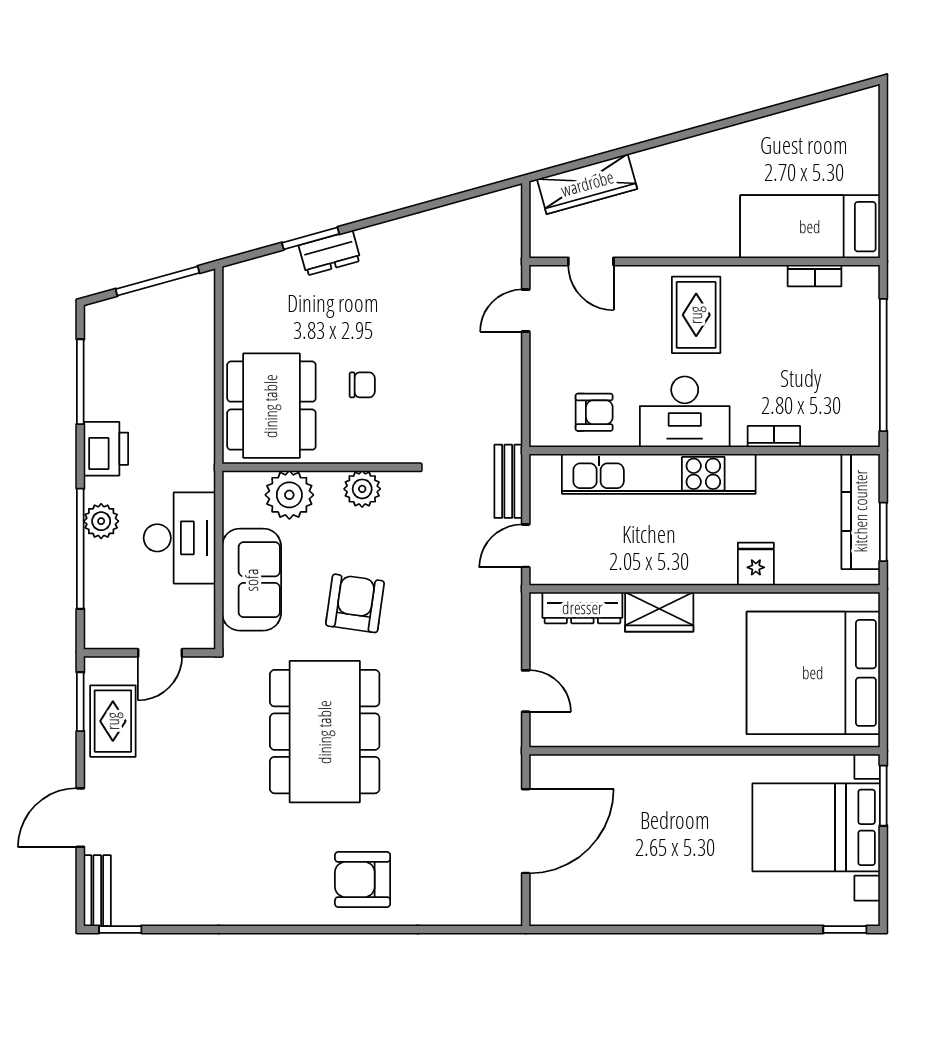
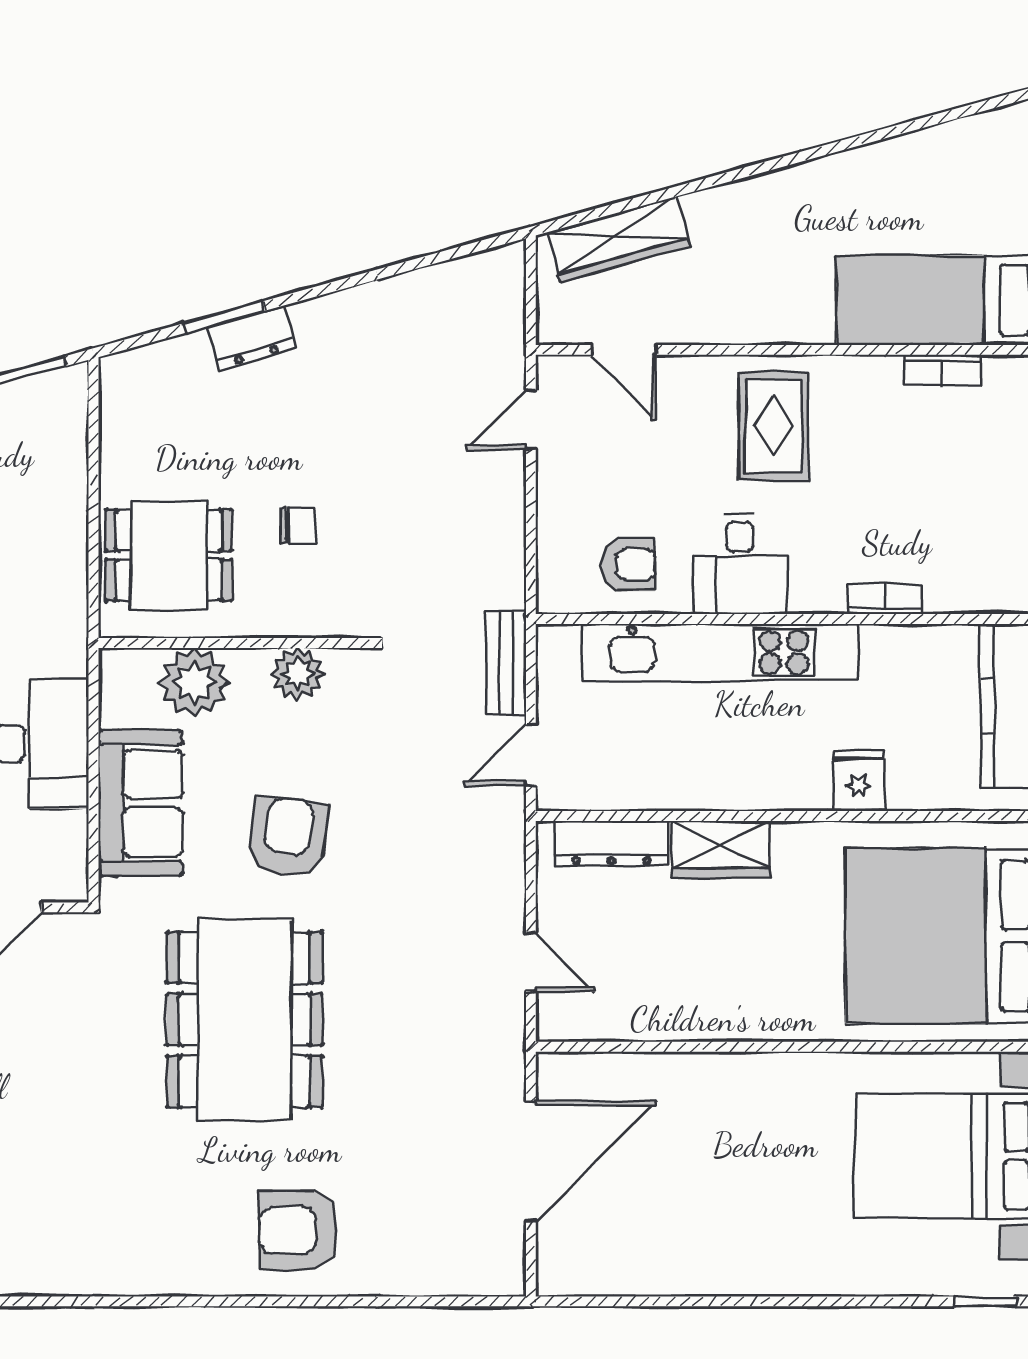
dining table: (271, 406) -> (169, 555), width x0.73
desk: (685, 412) -> (740, 564), width x0.73

